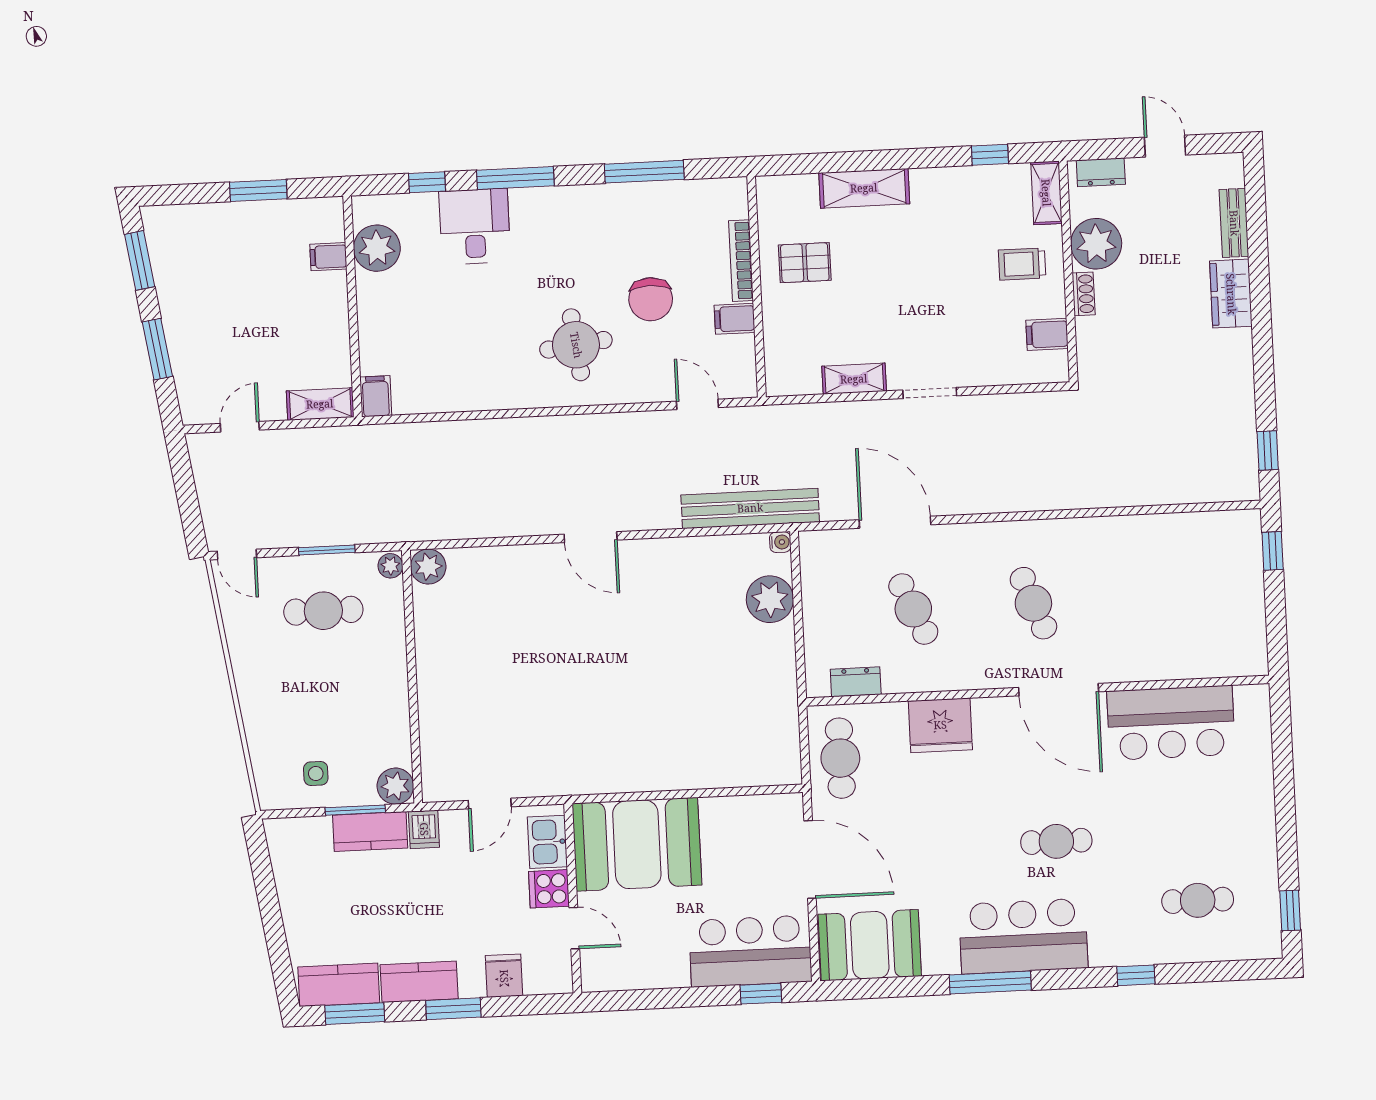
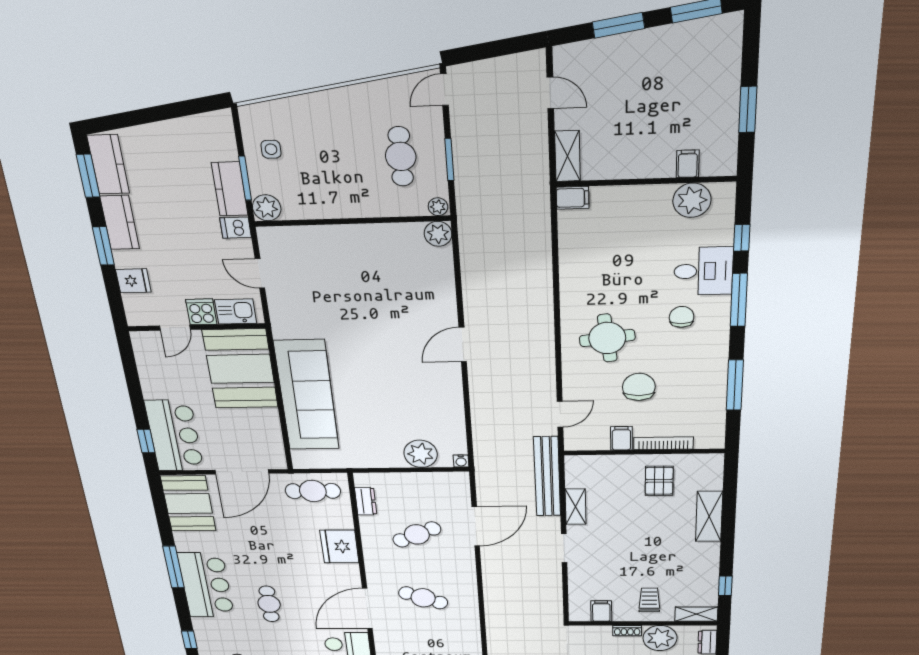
chair: (542, 250) -> (682, 317), added
chair: (651, 299) -> (639, 387), turned 90
bench: (750, 508) -> (547, 477), moved
cafe table: (1033, 603) -> (423, 598), turned 42
sofa: (677, 755) -> (307, 395), added

